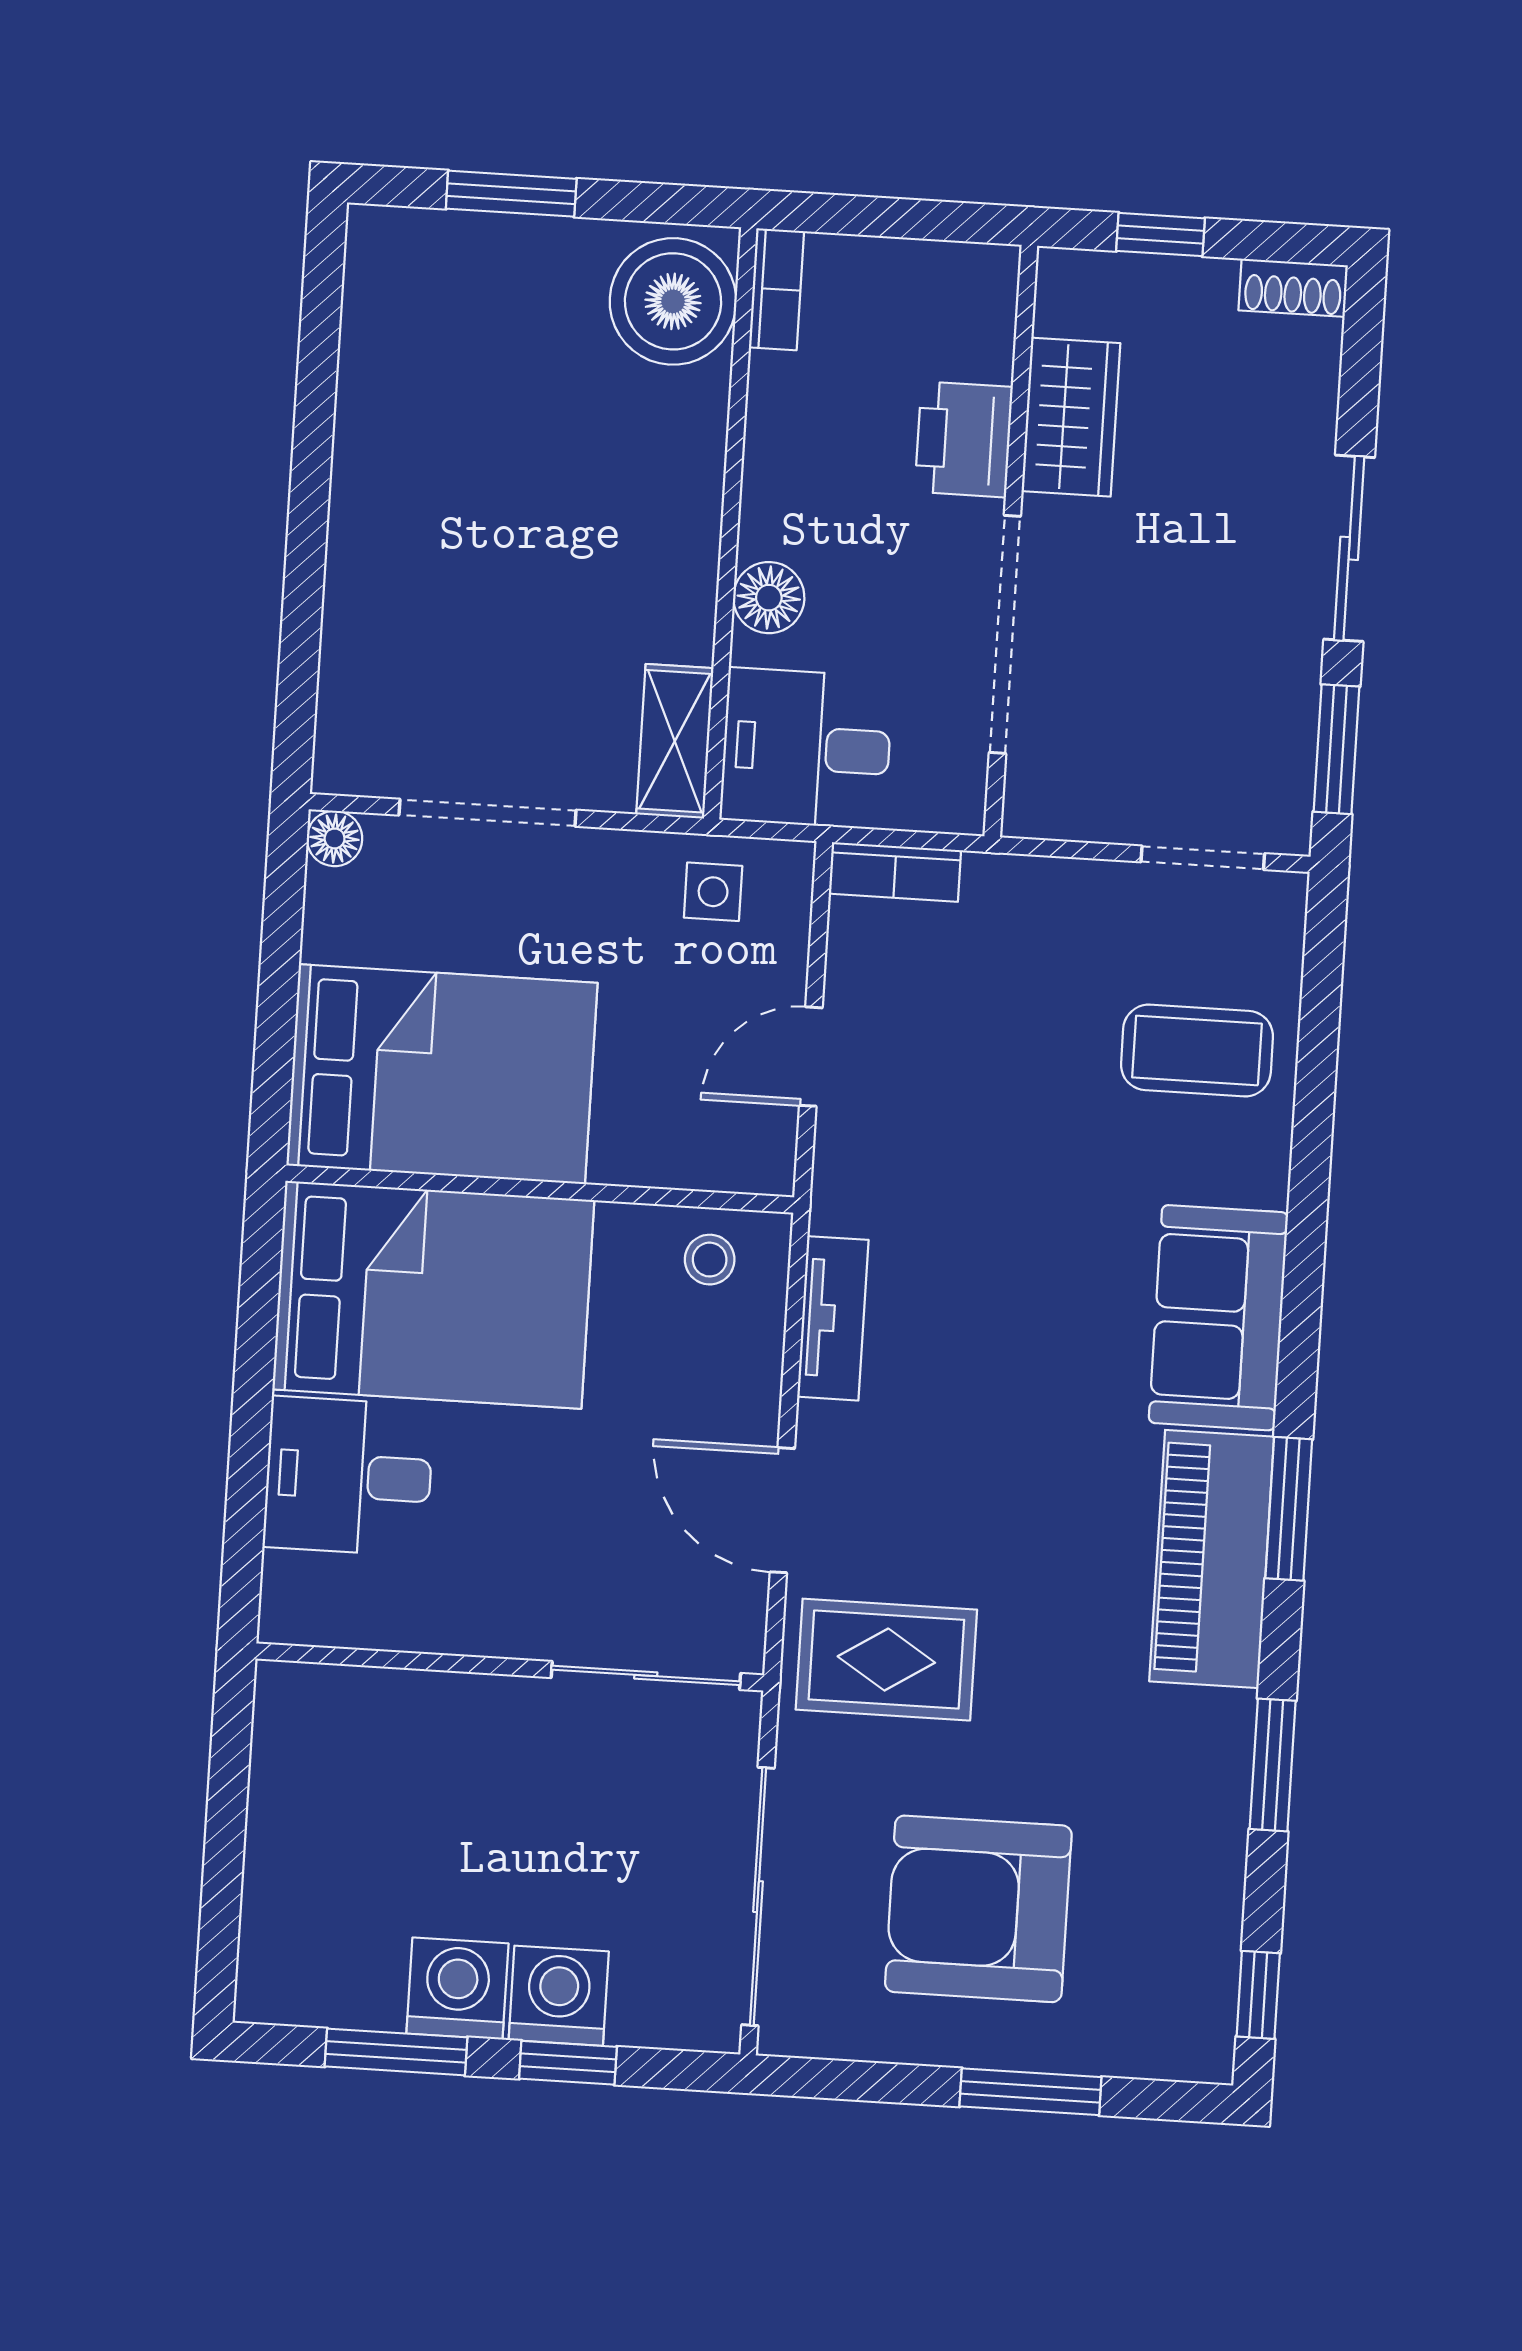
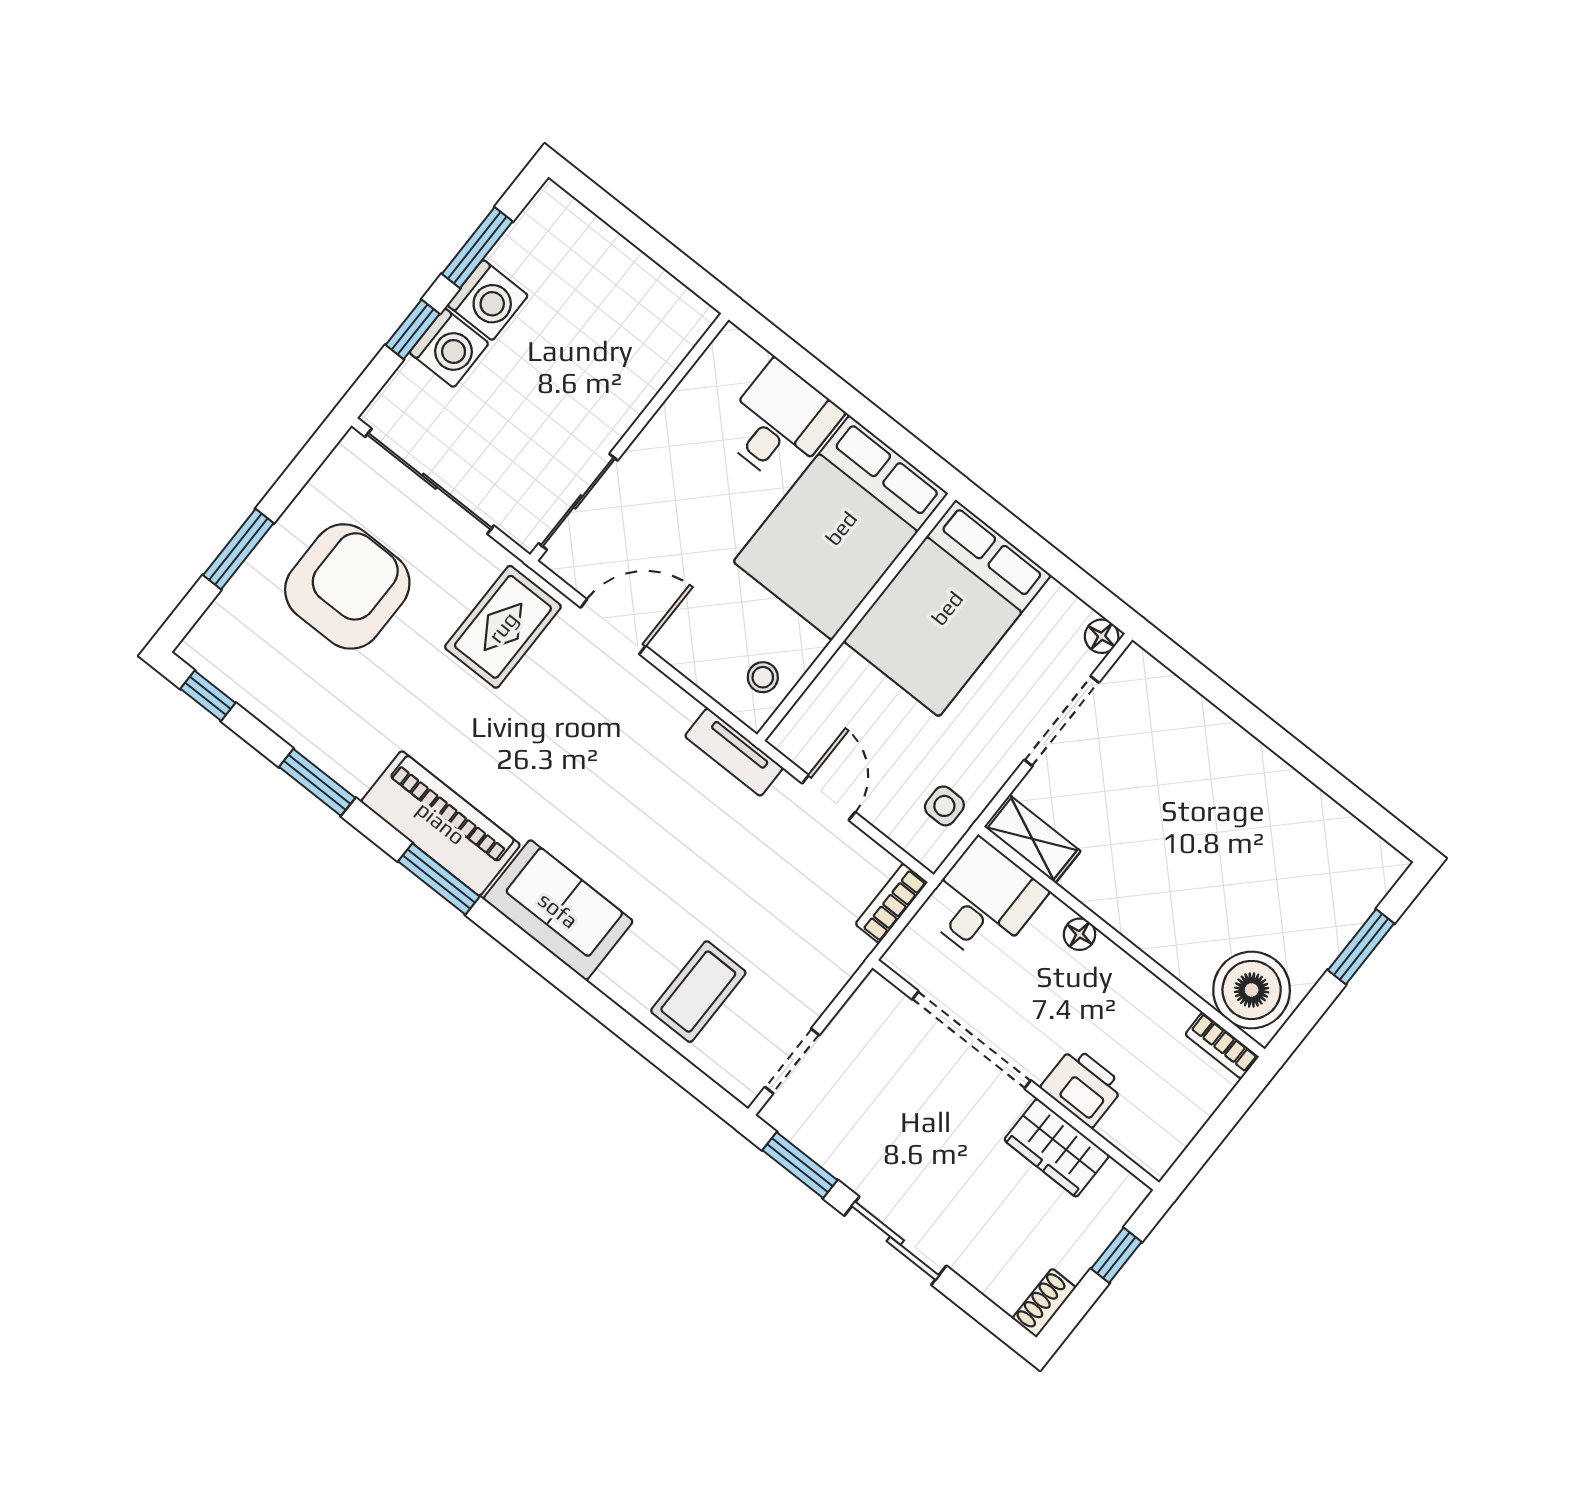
floor lamp: (769, 598) -> (1080, 934), width x0.73, depth x0.73
tv unit: (833, 1318) -> (734, 752), moved

